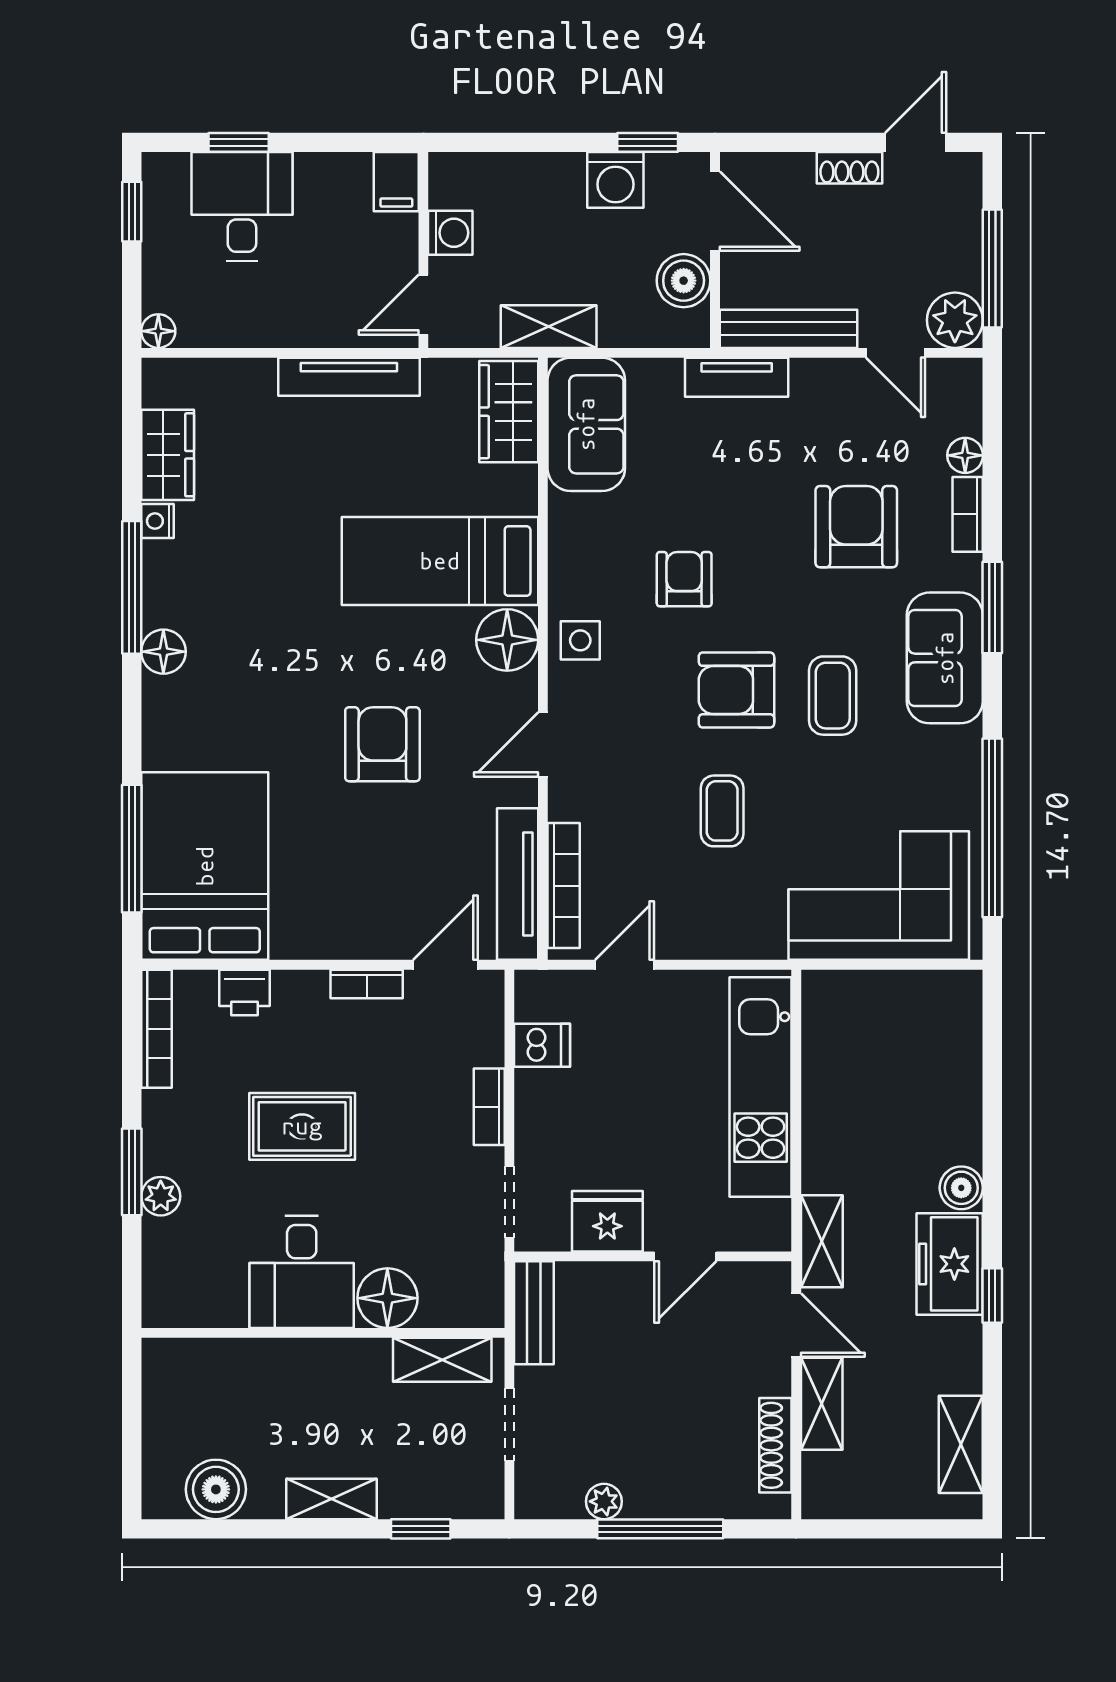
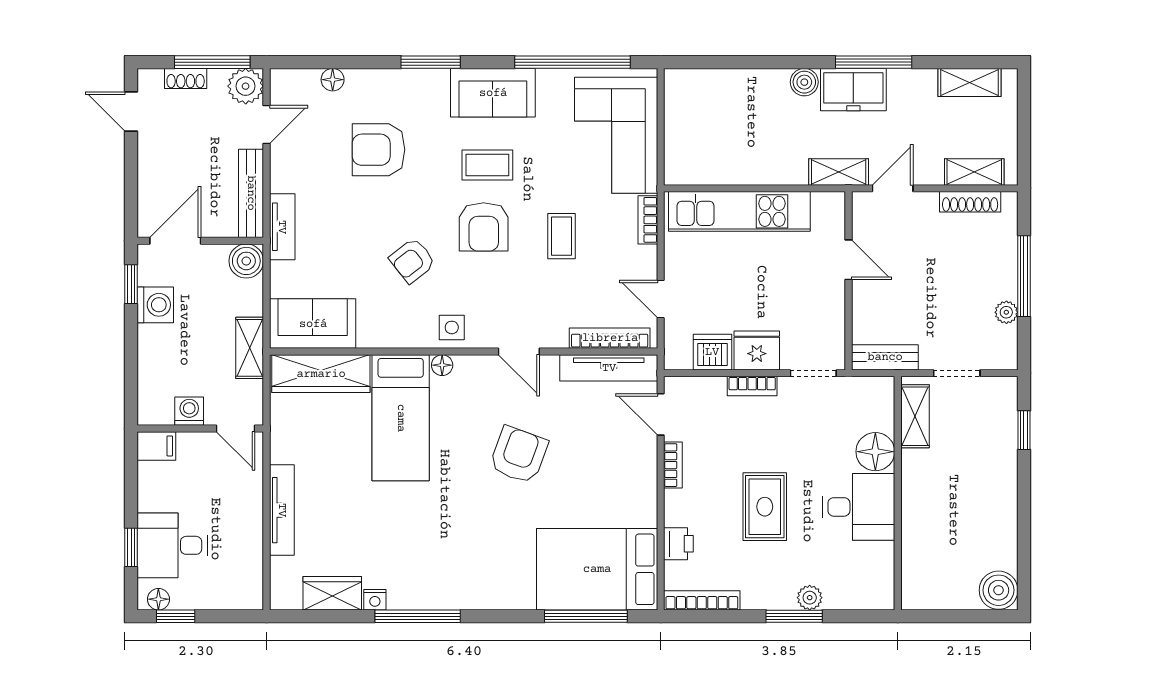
shoe rack: (849, 168) -> (186, 78), moved, turned 90
boiler: (684, 281) -> (246, 261), moved
floor lamp: (158, 331) -> (158, 599), moved
tv unit: (349, 377) -> (282, 510), moved
wardrobe: (509, 412) -> (321, 374), width x1.50
bookcase: (968, 514) -> (648, 220), moved, turned 90
armchair: (684, 579) -> (412, 261), turned -38
floor lamp: (507, 640) -> (442, 365), width x0.53, depth x0.53
floor lamp: (163, 652) -> (459, 596), removed
sofa: (945, 658) -> (493, 93), moved
armchair: (382, 744) -> (519, 455), turned 110
coffee table: (722, 811) -> (562, 236), turned 90
dishwasher: (542, 1045) -> (712, 352), width x1.38
fridge: (607, 1221) -> (757, 350), moved, turned 90
window: (992, 1295) -> (874, 62), width x2.17
shelving: (822, 1404) -> (974, 172), moved
boiler: (216, 1489) -> (999, 590), moved
shelving: (332, 1499) -> (1005, 488), removed

